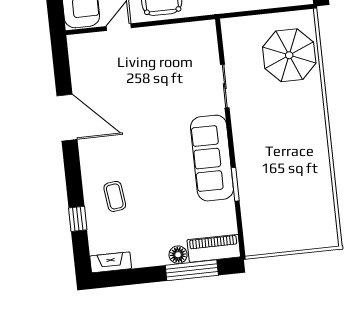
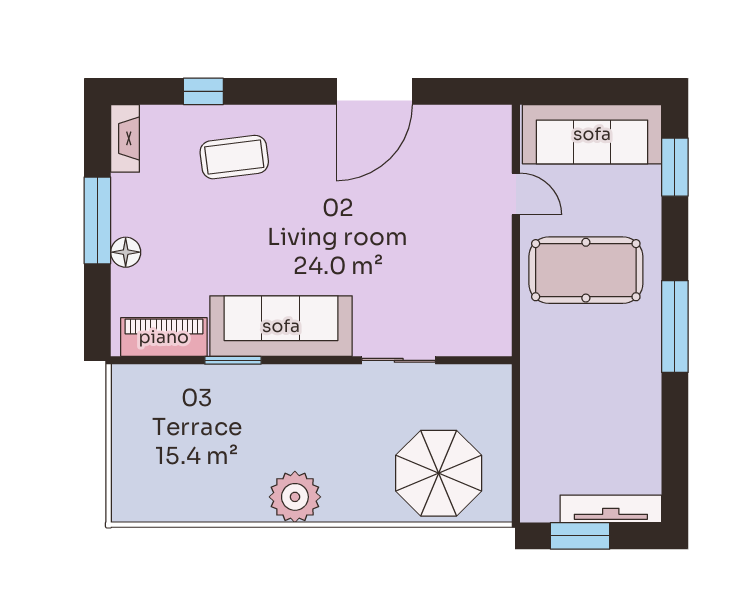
plant: (312, 139) -> (295, 497), added
coffee table: (115, 196) -> (234, 157), width x1.36, depth x1.30
piano: (214, 248) -> (164, 337), moved, turned -90
window: (192, 270) -> (97, 220), moved

